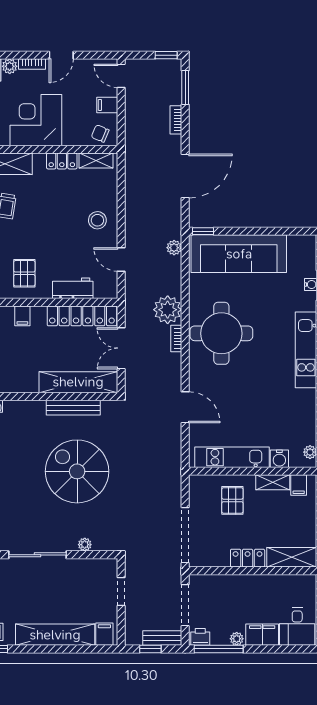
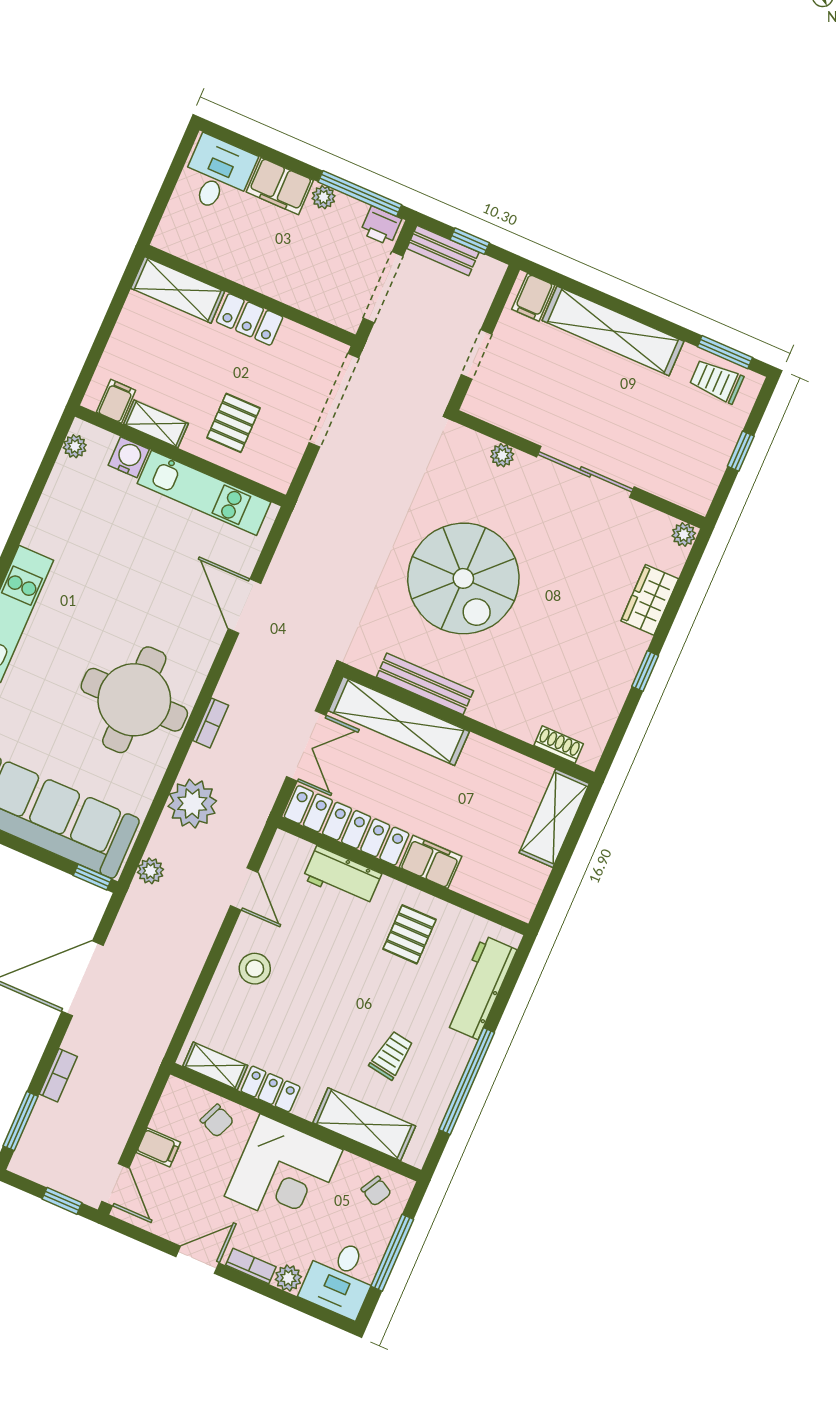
window: (166, 55) -> (62, 1201), moved
chair: (100, 133) -> (217, 1121), moved
plant: (168, 310) -> (192, 804), moved
filing cabinet: (22, 316) -> (430, 862), width x2.00

